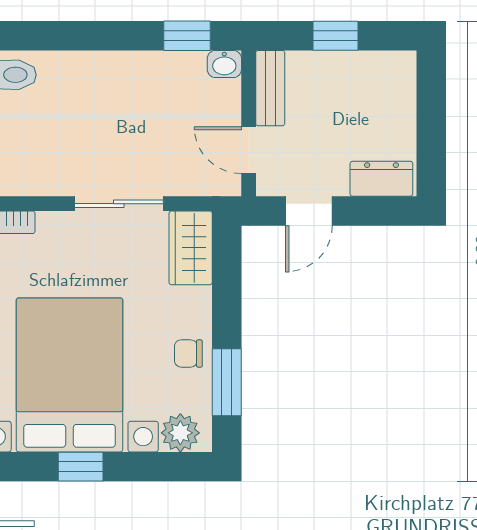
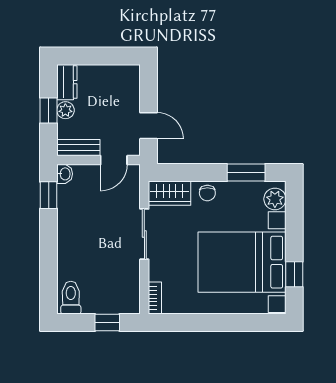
plant: (336, 65) -> (65, 110), added
dresser: (381, 179) -> (67, 82), moved, turned 180
chair: (188, 353) -> (207, 193), moved
window: (81, 467) -> (294, 274), moved

